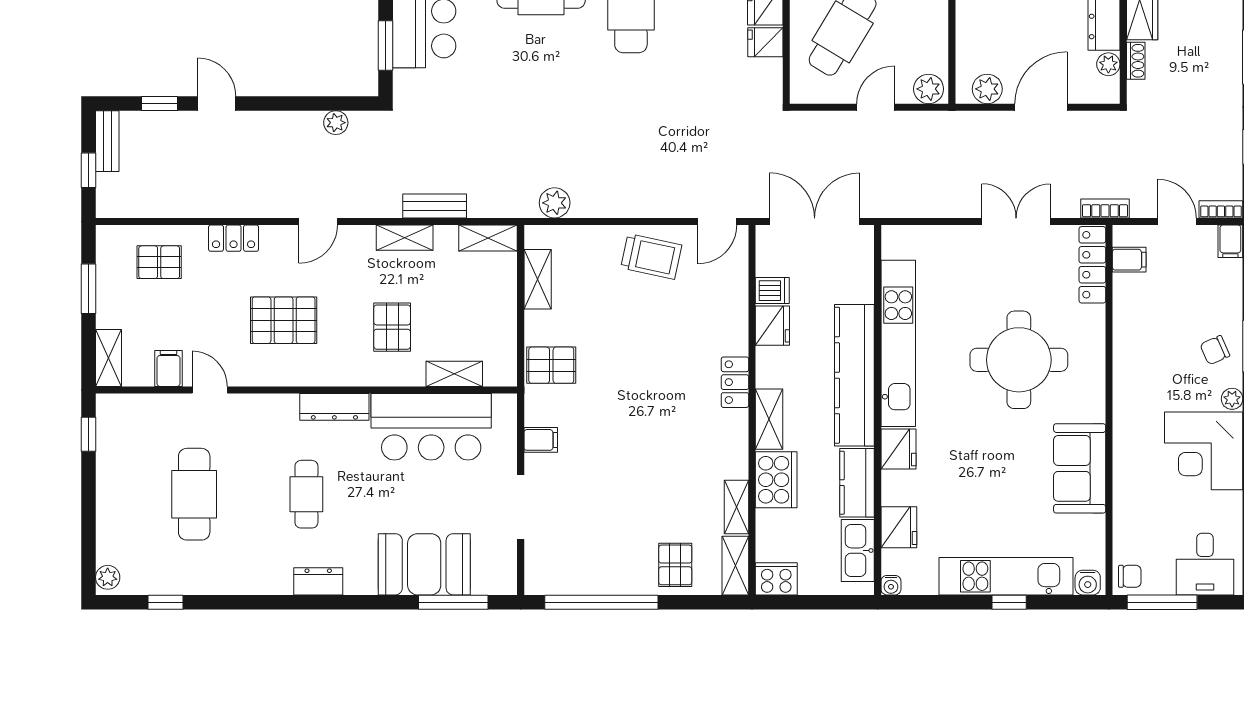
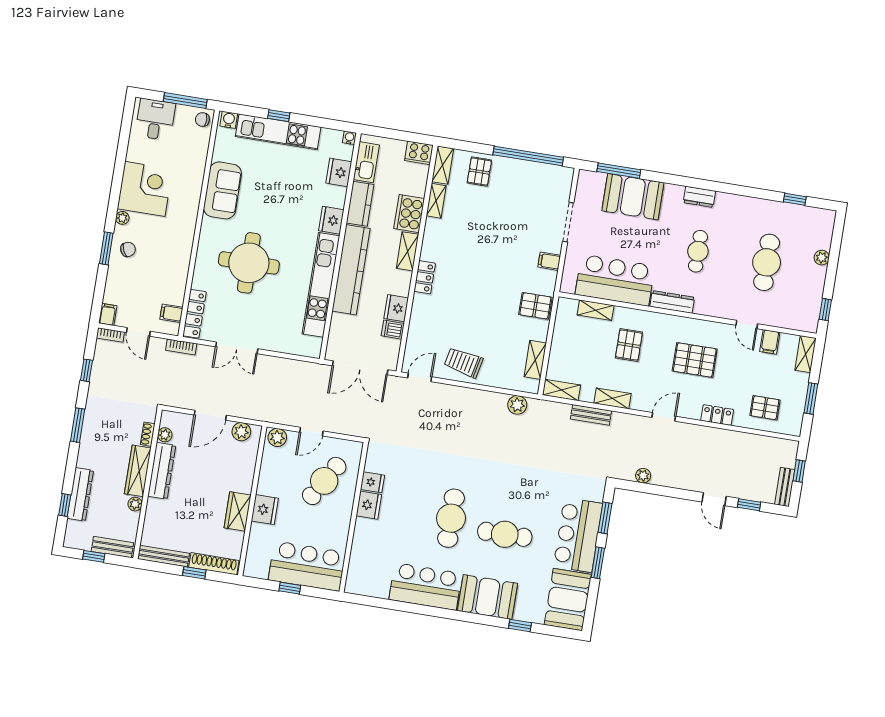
plant: (108, 577) -> (822, 258), moved

